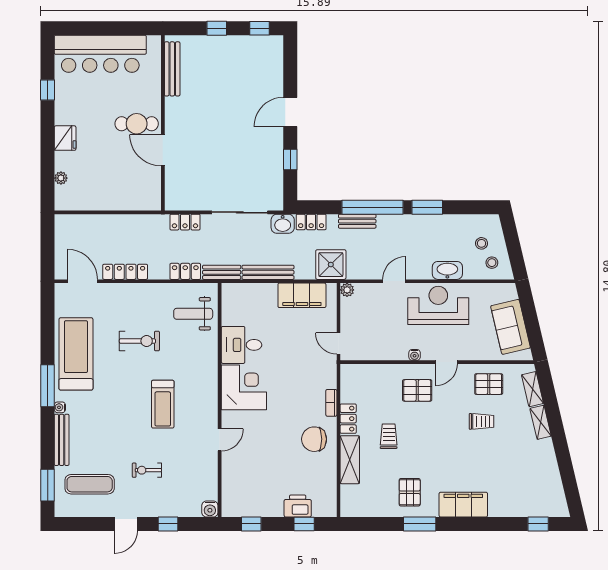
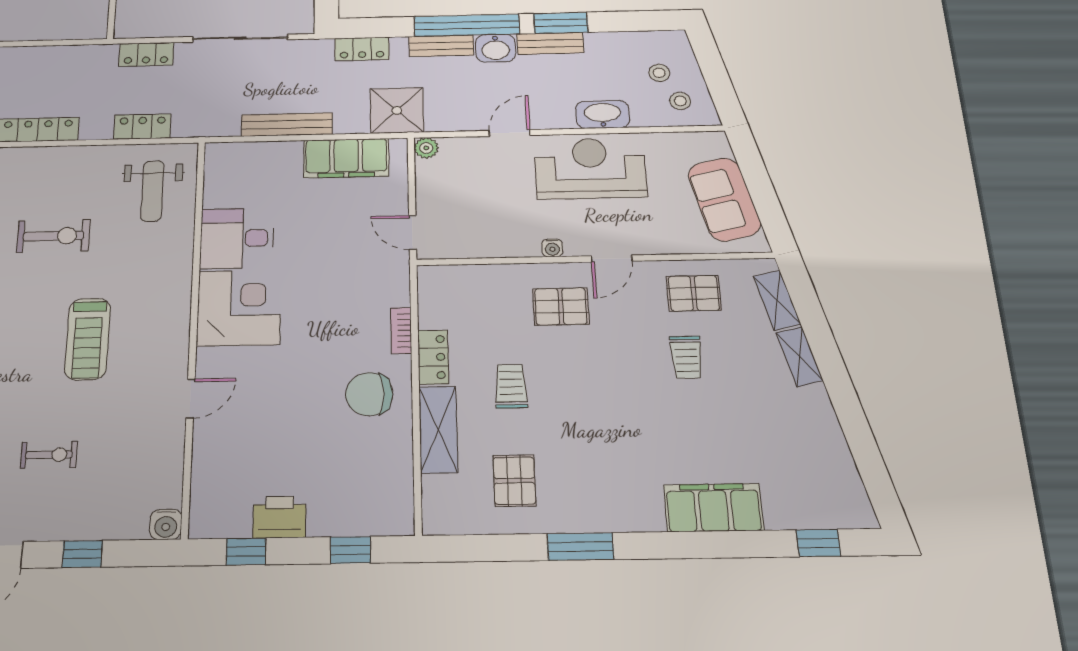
washbasin: (283, 224) -> (496, 48), moved
bench: (222, 272) -> (550, 43), moved
weight bench: (193, 314) -> (152, 191), turned -90
trolley: (482, 421) -> (686, 357), turned 90
exercise bike: (147, 470) -> (49, 455), turned 180
pallet: (410, 492) -> (514, 481), moved
filing cabinet: (463, 505) -> (713, 508), moved
printer: (298, 506) -> (280, 517), moved

